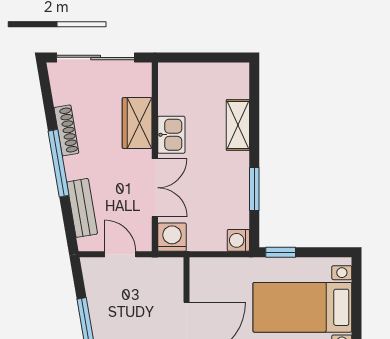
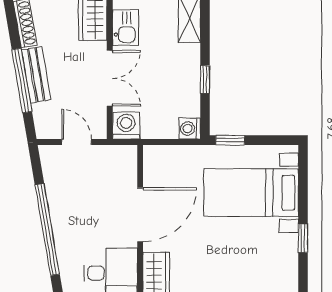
window: (59, 163) -> (22, 81), moved
window: (254, 189) -> (205, 79), width x0.67
bench: (82, 208) -> (36, 75), moved

